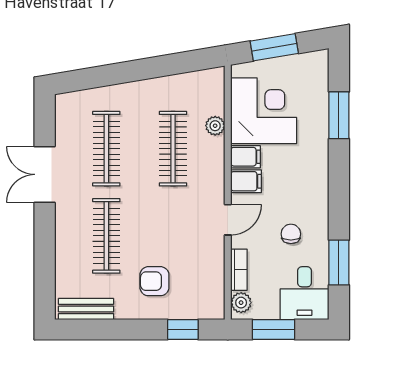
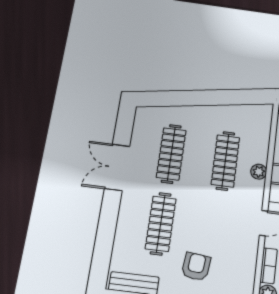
plant: (215, 126) -> (259, 172), moved
armchair: (154, 281) -> (196, 267), turned 96

